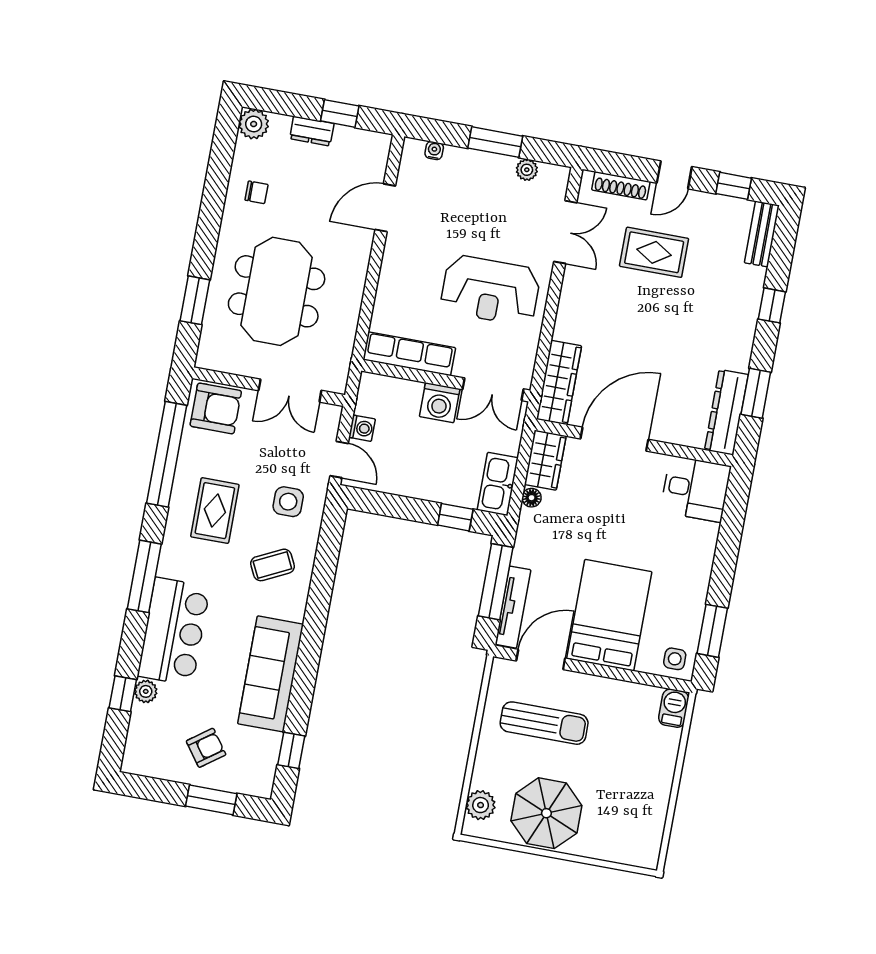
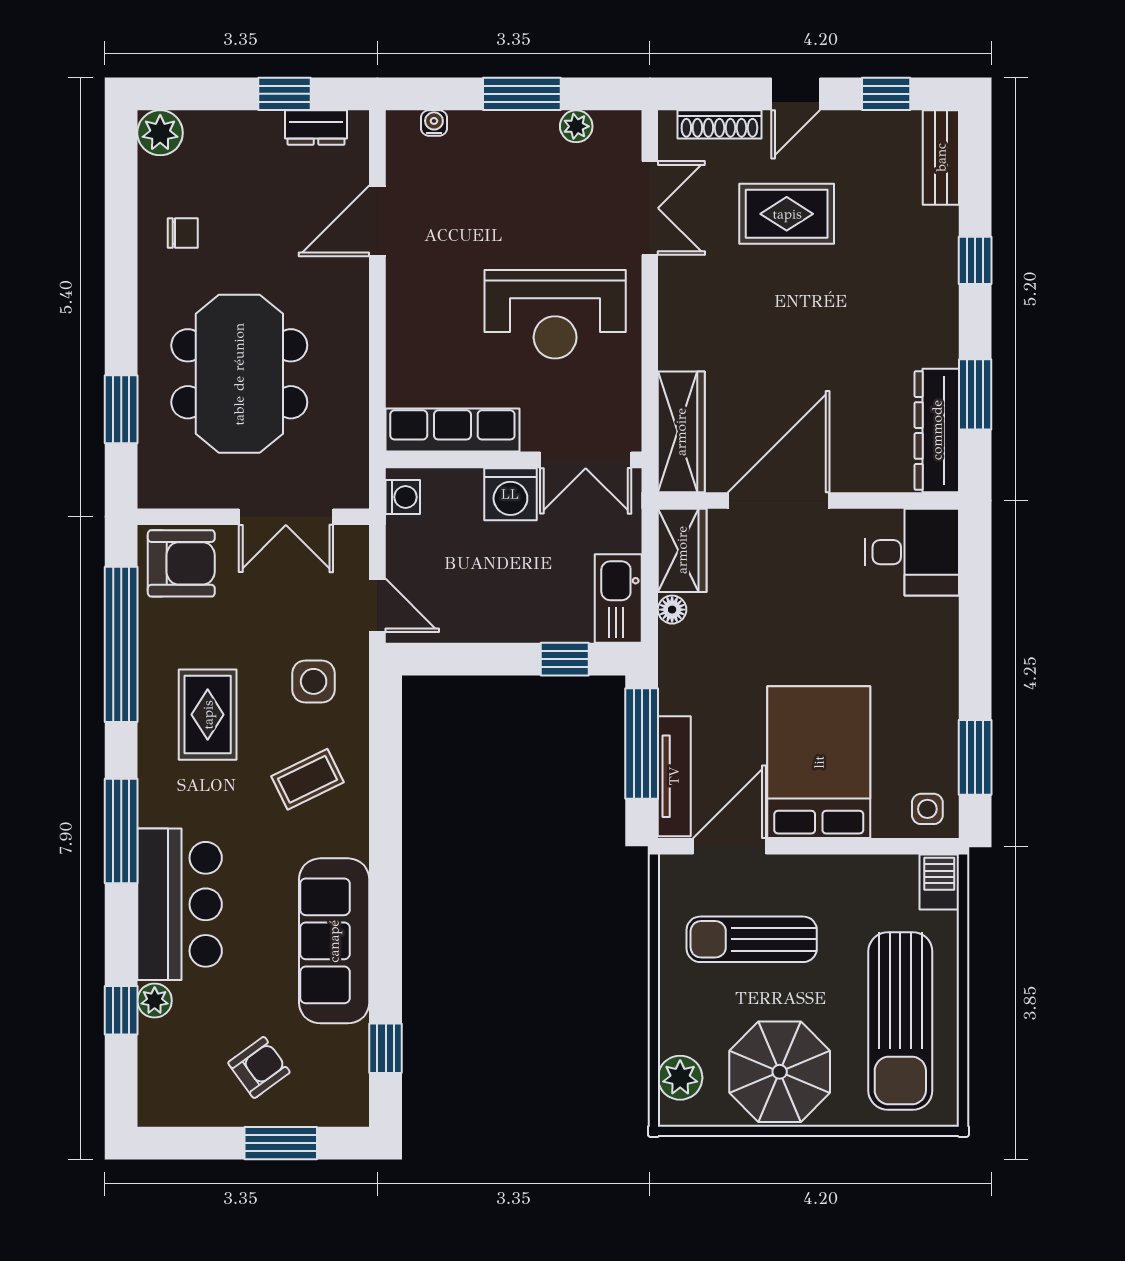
dresser: (312, 131) -> (316, 127), moved
washing machine: (362, 428) -> (403, 497), moved
sun lounger: (544, 723) -> (752, 939), turned 180
sun lounger: (632, 794) -> (900, 1021), added

